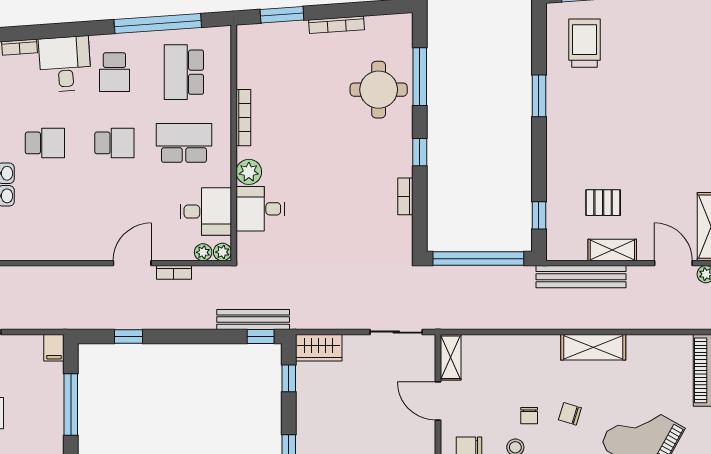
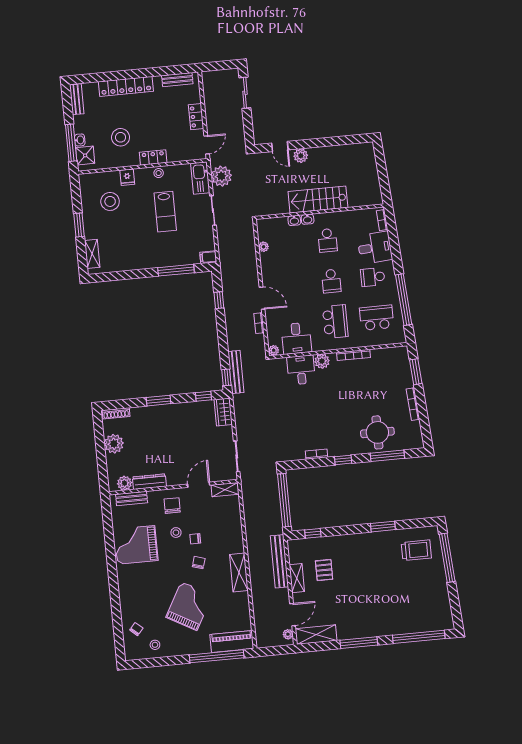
plant: (203, 252) -> (264, 247), moved

